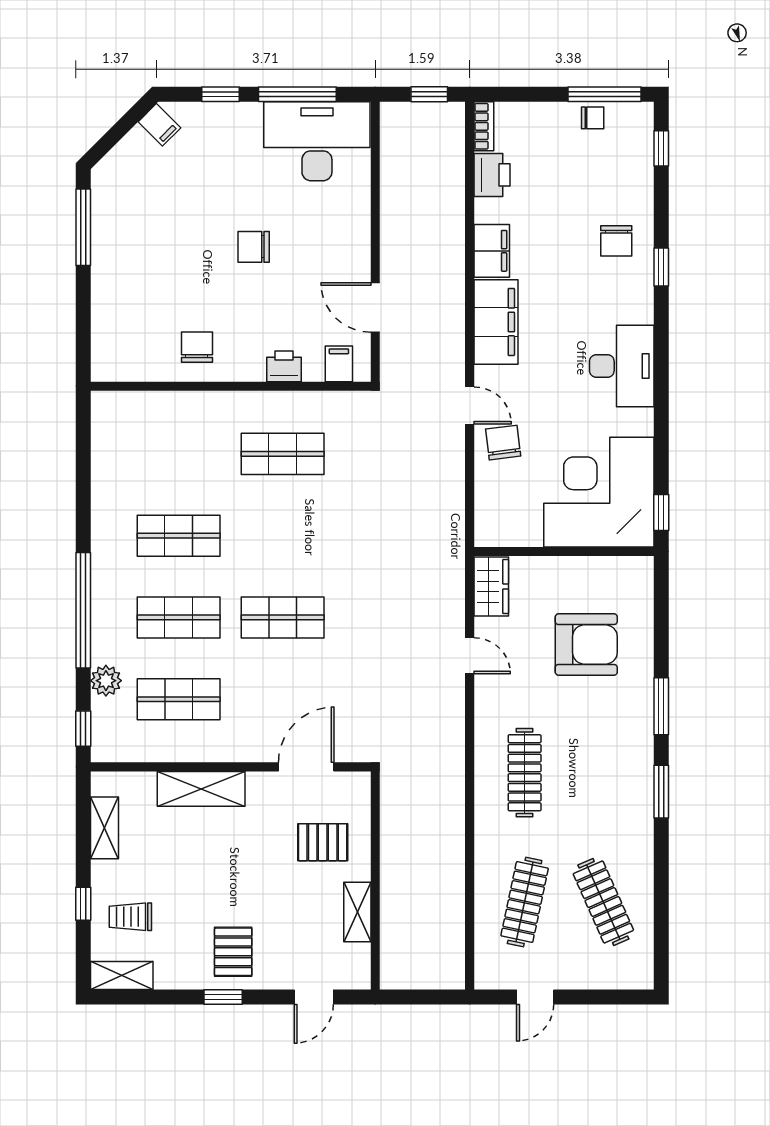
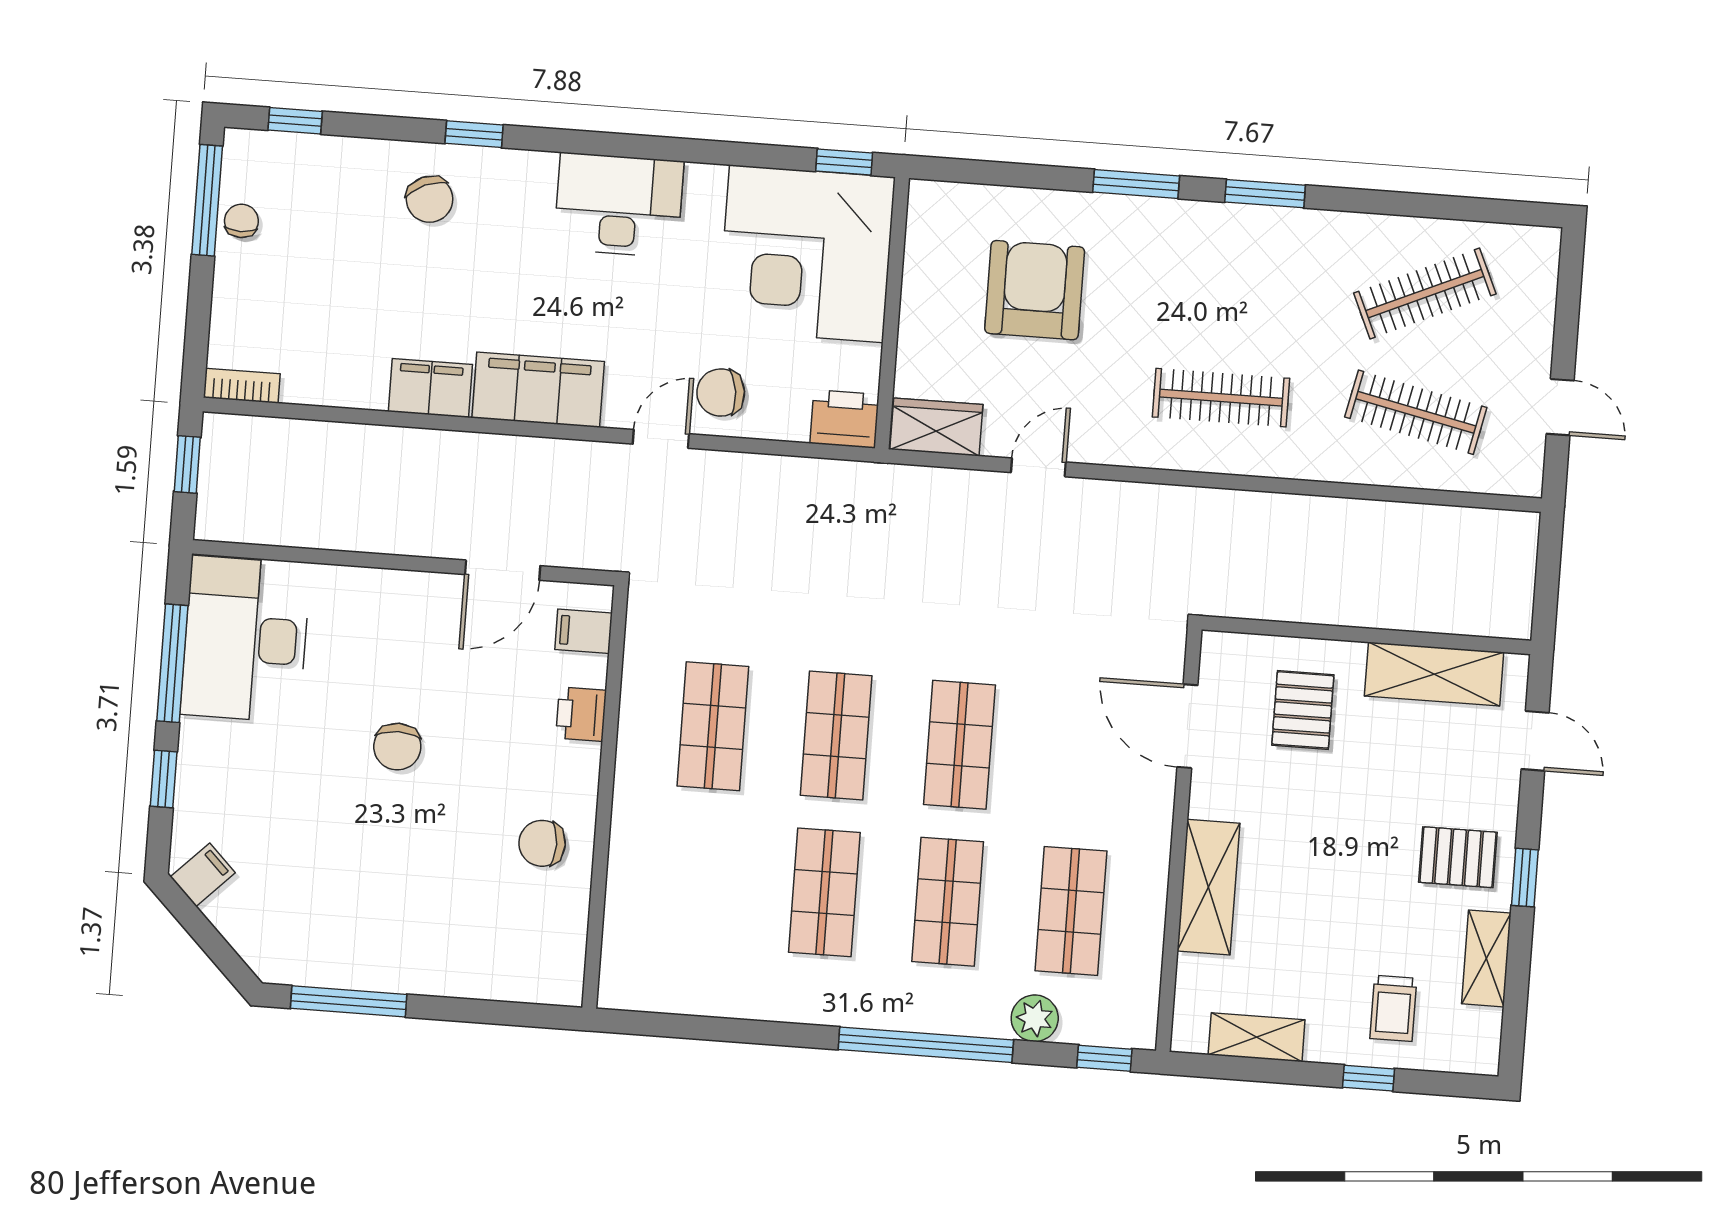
printer: (492, 175) -> (844, 419), moved
chair: (616, 241) -> (430, 199), turned 67
shop shelf: (283, 536) -> (836, 735), added
shelving: (357, 912) -> (1434, 674), width x1.50, depth x1.33
shelving: (122, 976) -> (1486, 958), moved

